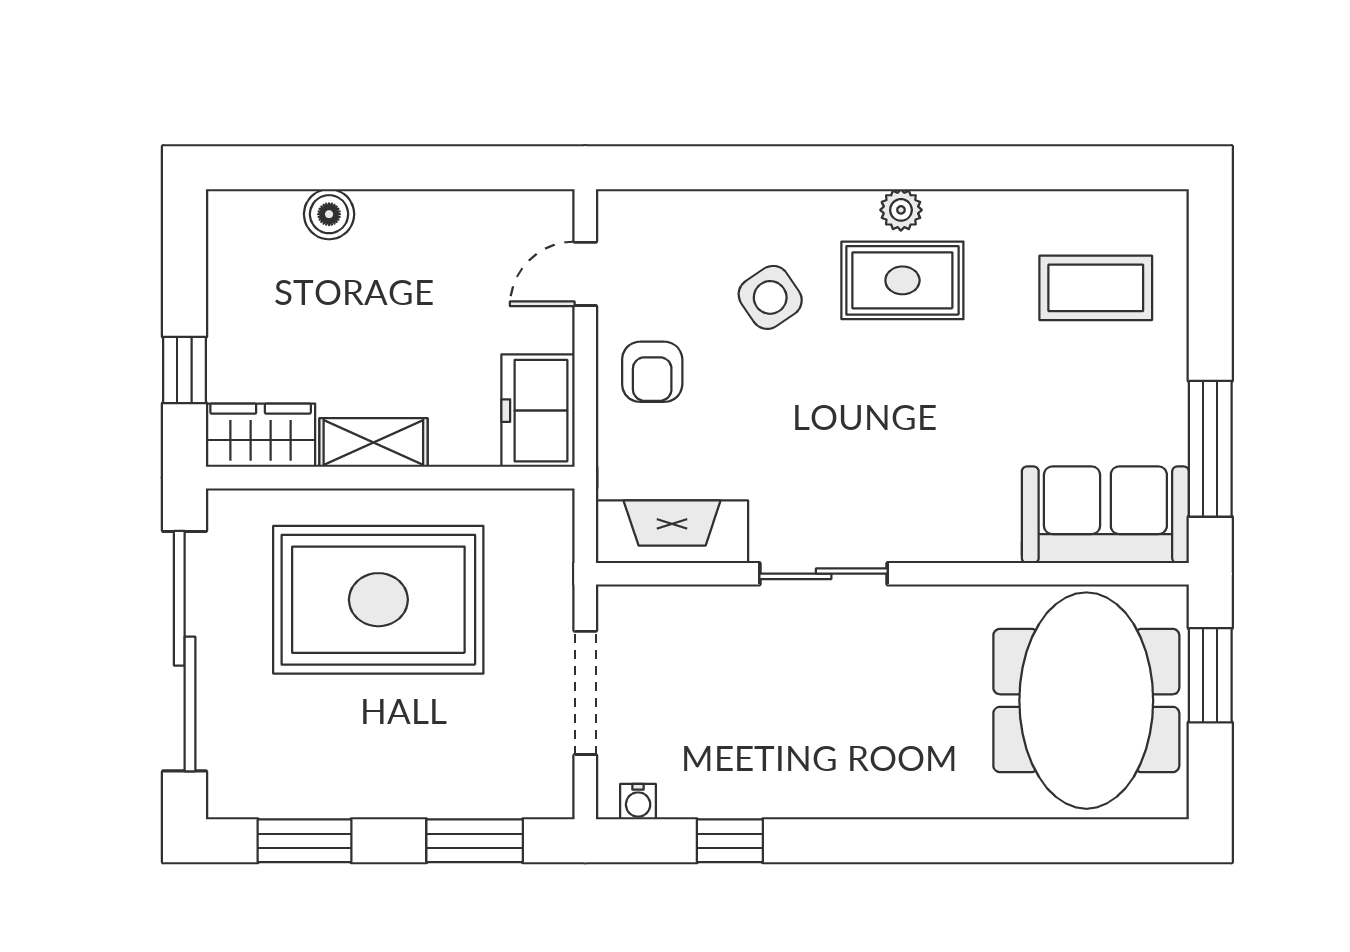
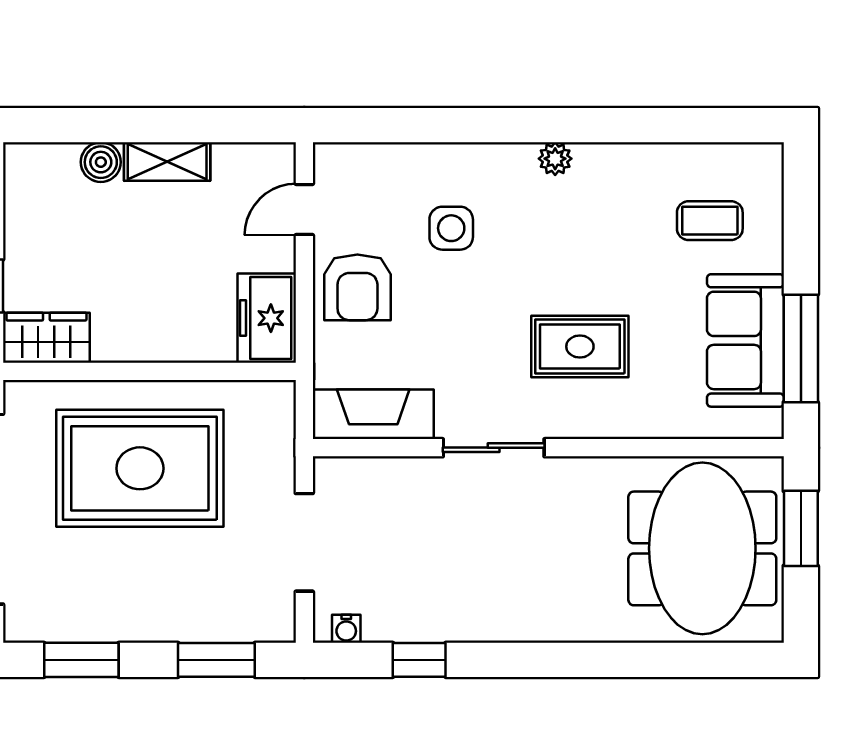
rug: (902, 280) -> (580, 347), moved
coffee table: (1096, 288) -> (710, 221), width x0.73, depth x0.77
side table: (770, 297) -> (451, 228), turned 34
armchair: (652, 372) -> (357, 287), width x1.38, depth x1.38
shelving: (373, 443) -> (167, 162), moved
sofa: (1105, 515) -> (745, 340), moved, turned -90

